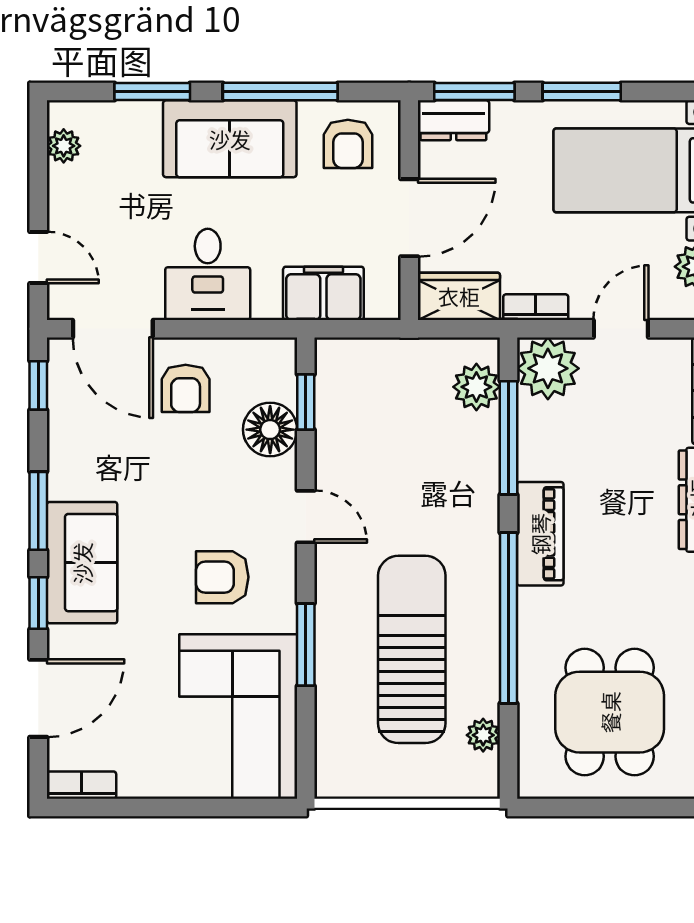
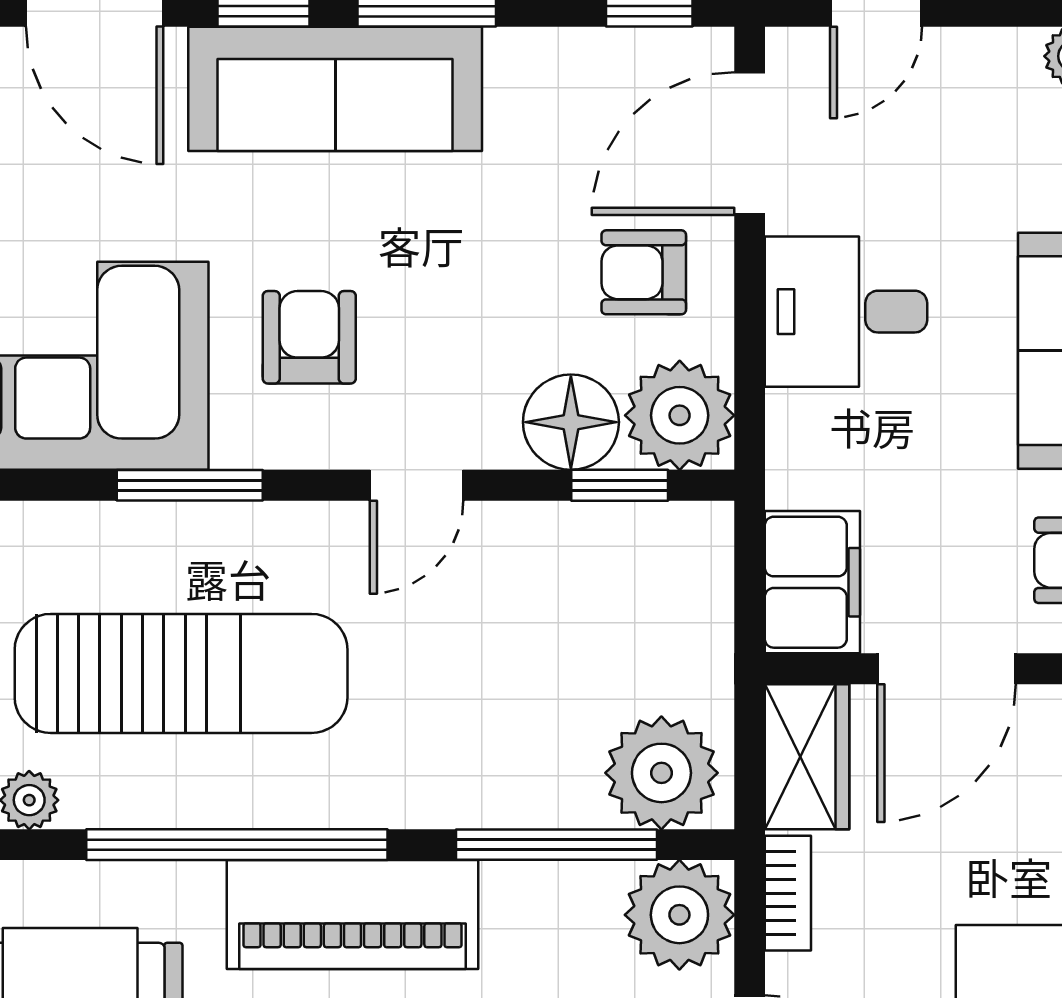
door: (409, 218) -> (946, 669), hinge flipped
filing cabinet: (323, 293) -> (812, 582), moved
plant: (266, 368) -> (680, 415), added
plant: (476, 387) -> (661, 773), width x1.36, depth x1.36
piano: (540, 534) -> (353, 915), width x1.37, depth x1.33
sofa: (82, 563) -> (335, 89), width x1.36

